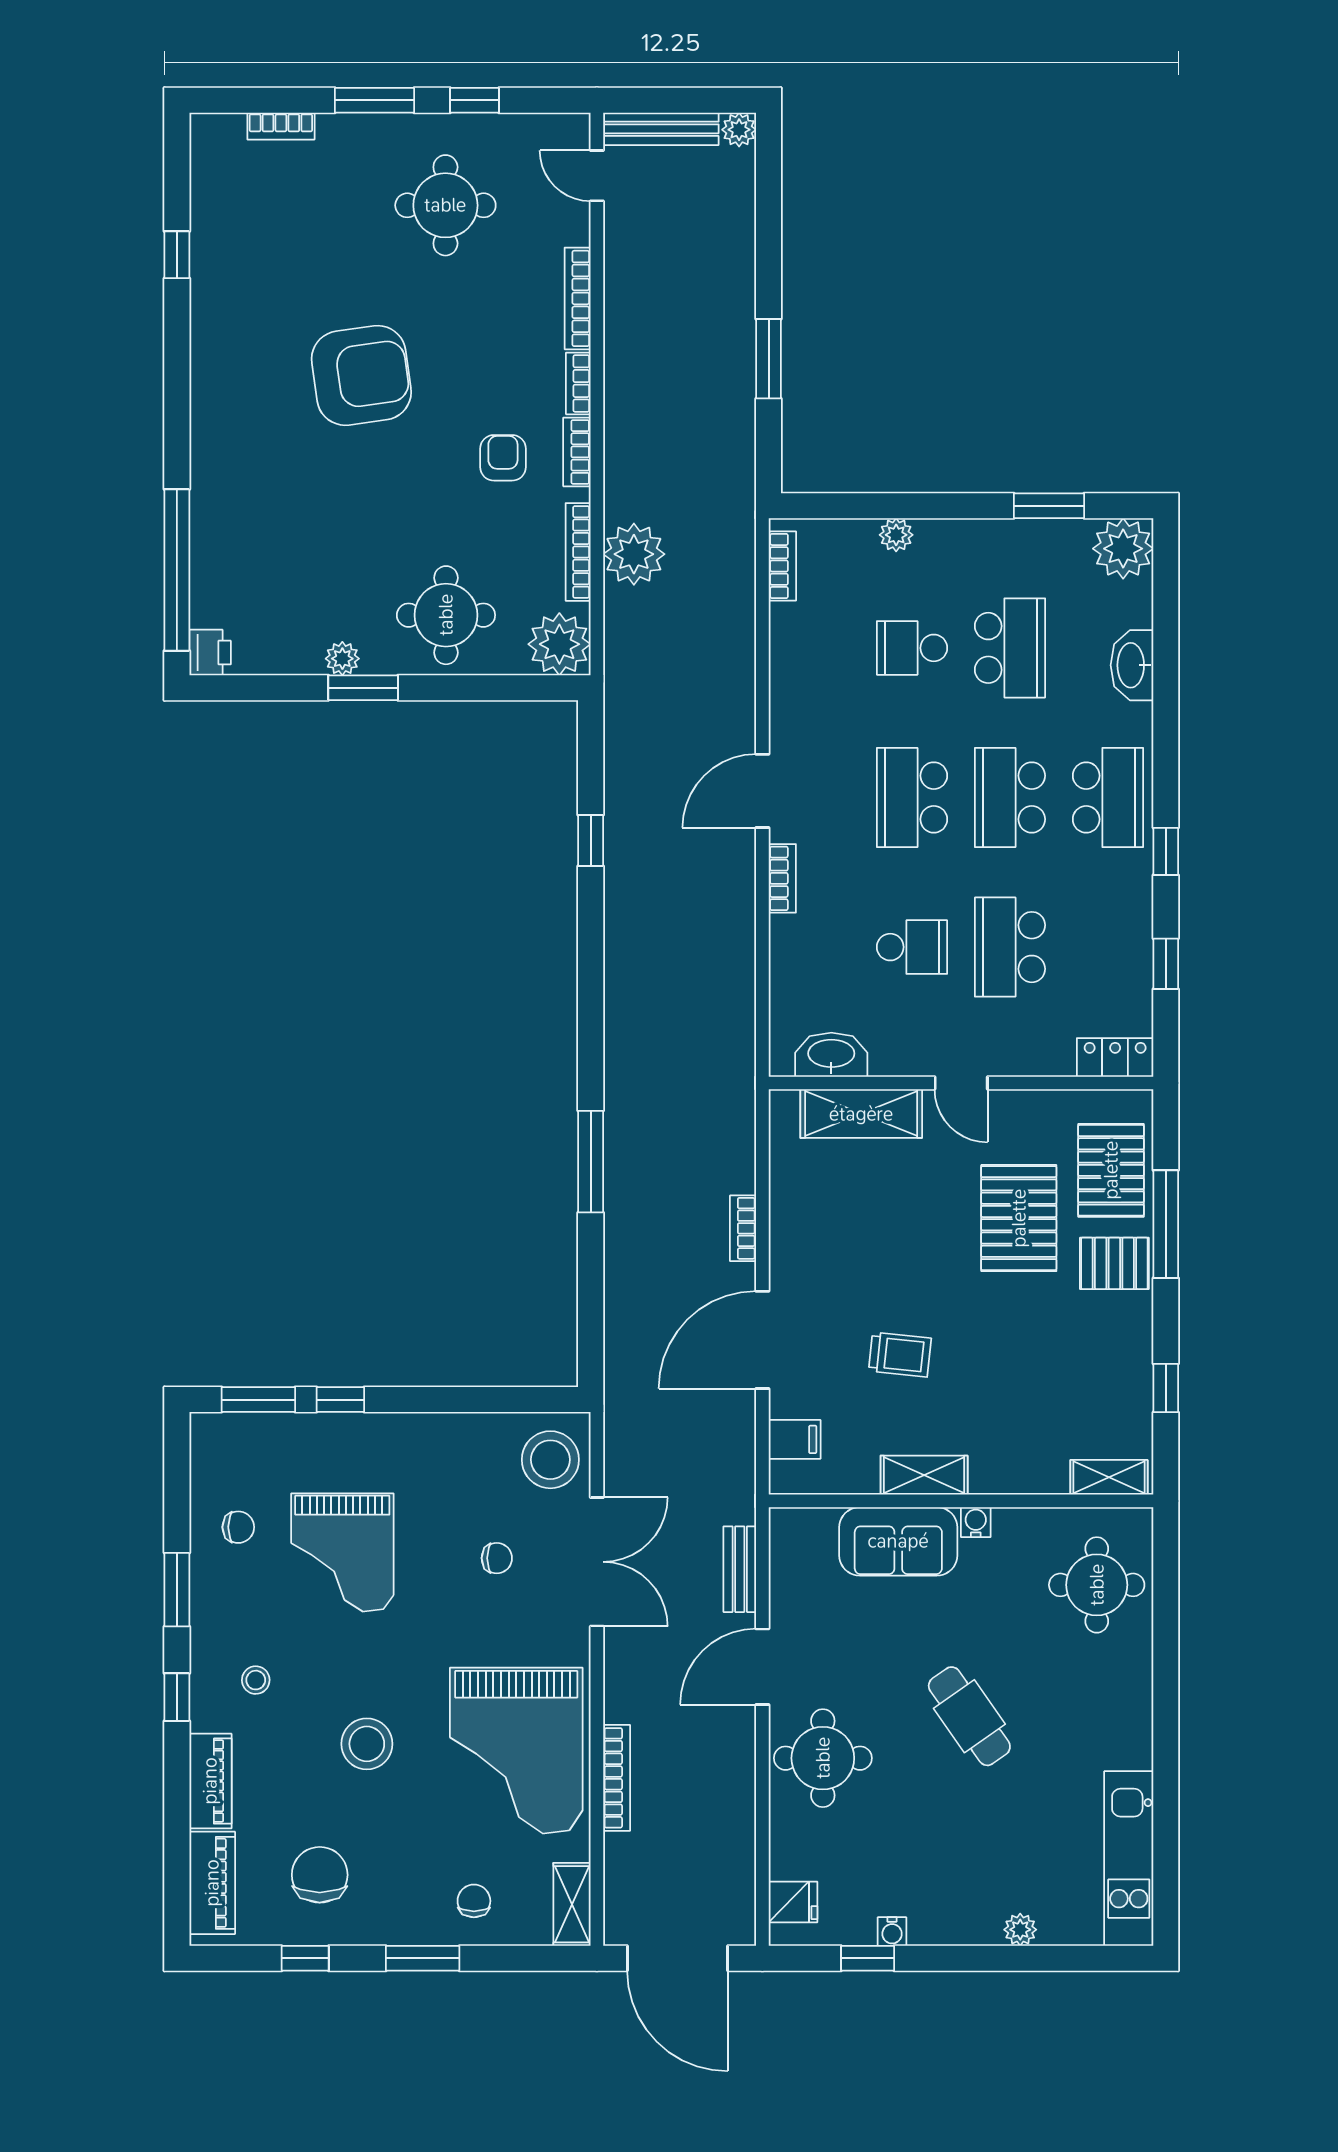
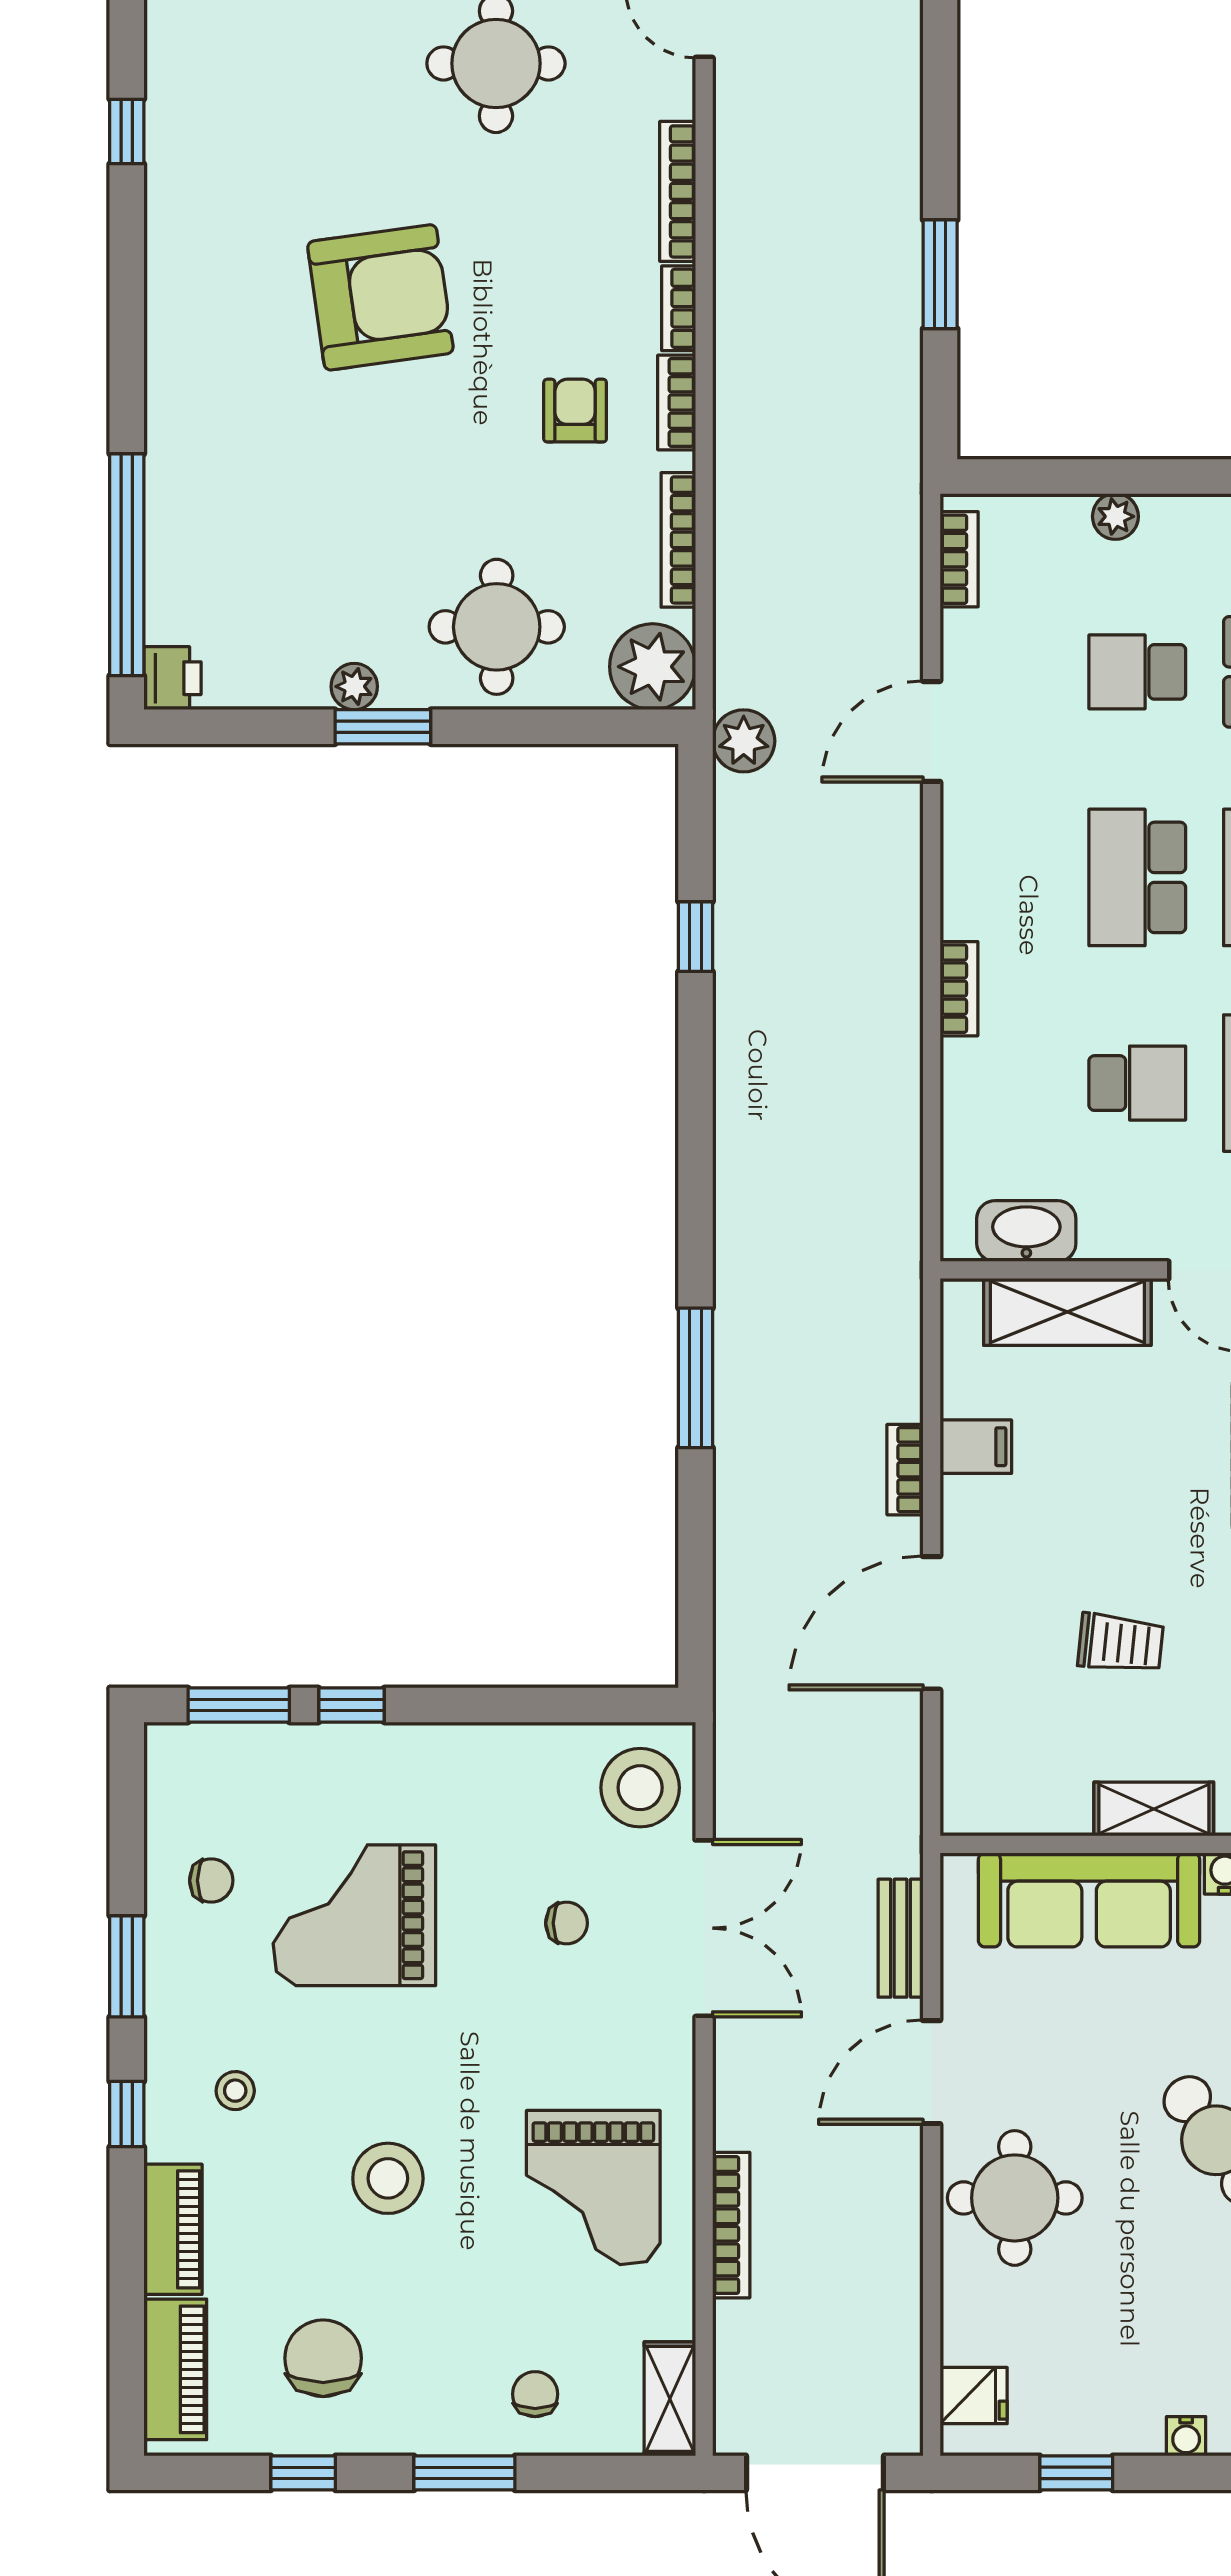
plant: (634, 554) -> (744, 741), moved, width x0.73, depth x0.73
door: (762, 791) -> (932, 731), moved
filing cabinet: (795, 1439) -> (976, 1447), moved
sofa: (898, 1541) -> (1089, 1900), width x1.36
grand piano: (342, 1552) -> (354, 1915), turned 90
grand piano: (516, 1751) -> (593, 2188), width x0.73, depth x0.68
water cooler: (892, 1931) -> (1186, 2436), moved

